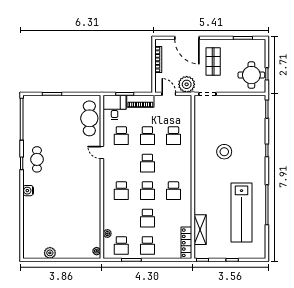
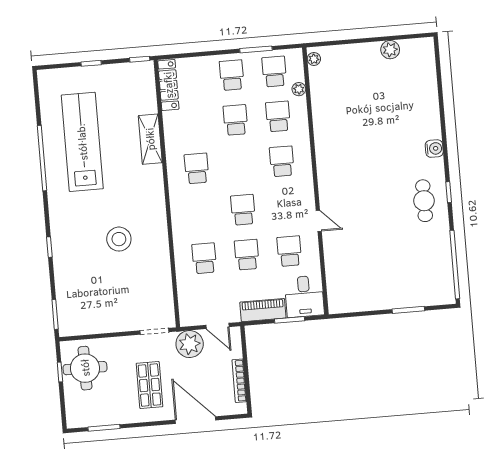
cafe table: (89, 118) -> (344, 275), removed
school desk: (147, 191) -> (278, 116), moved
shelving: (200, 230) -> (150, 139), moved

